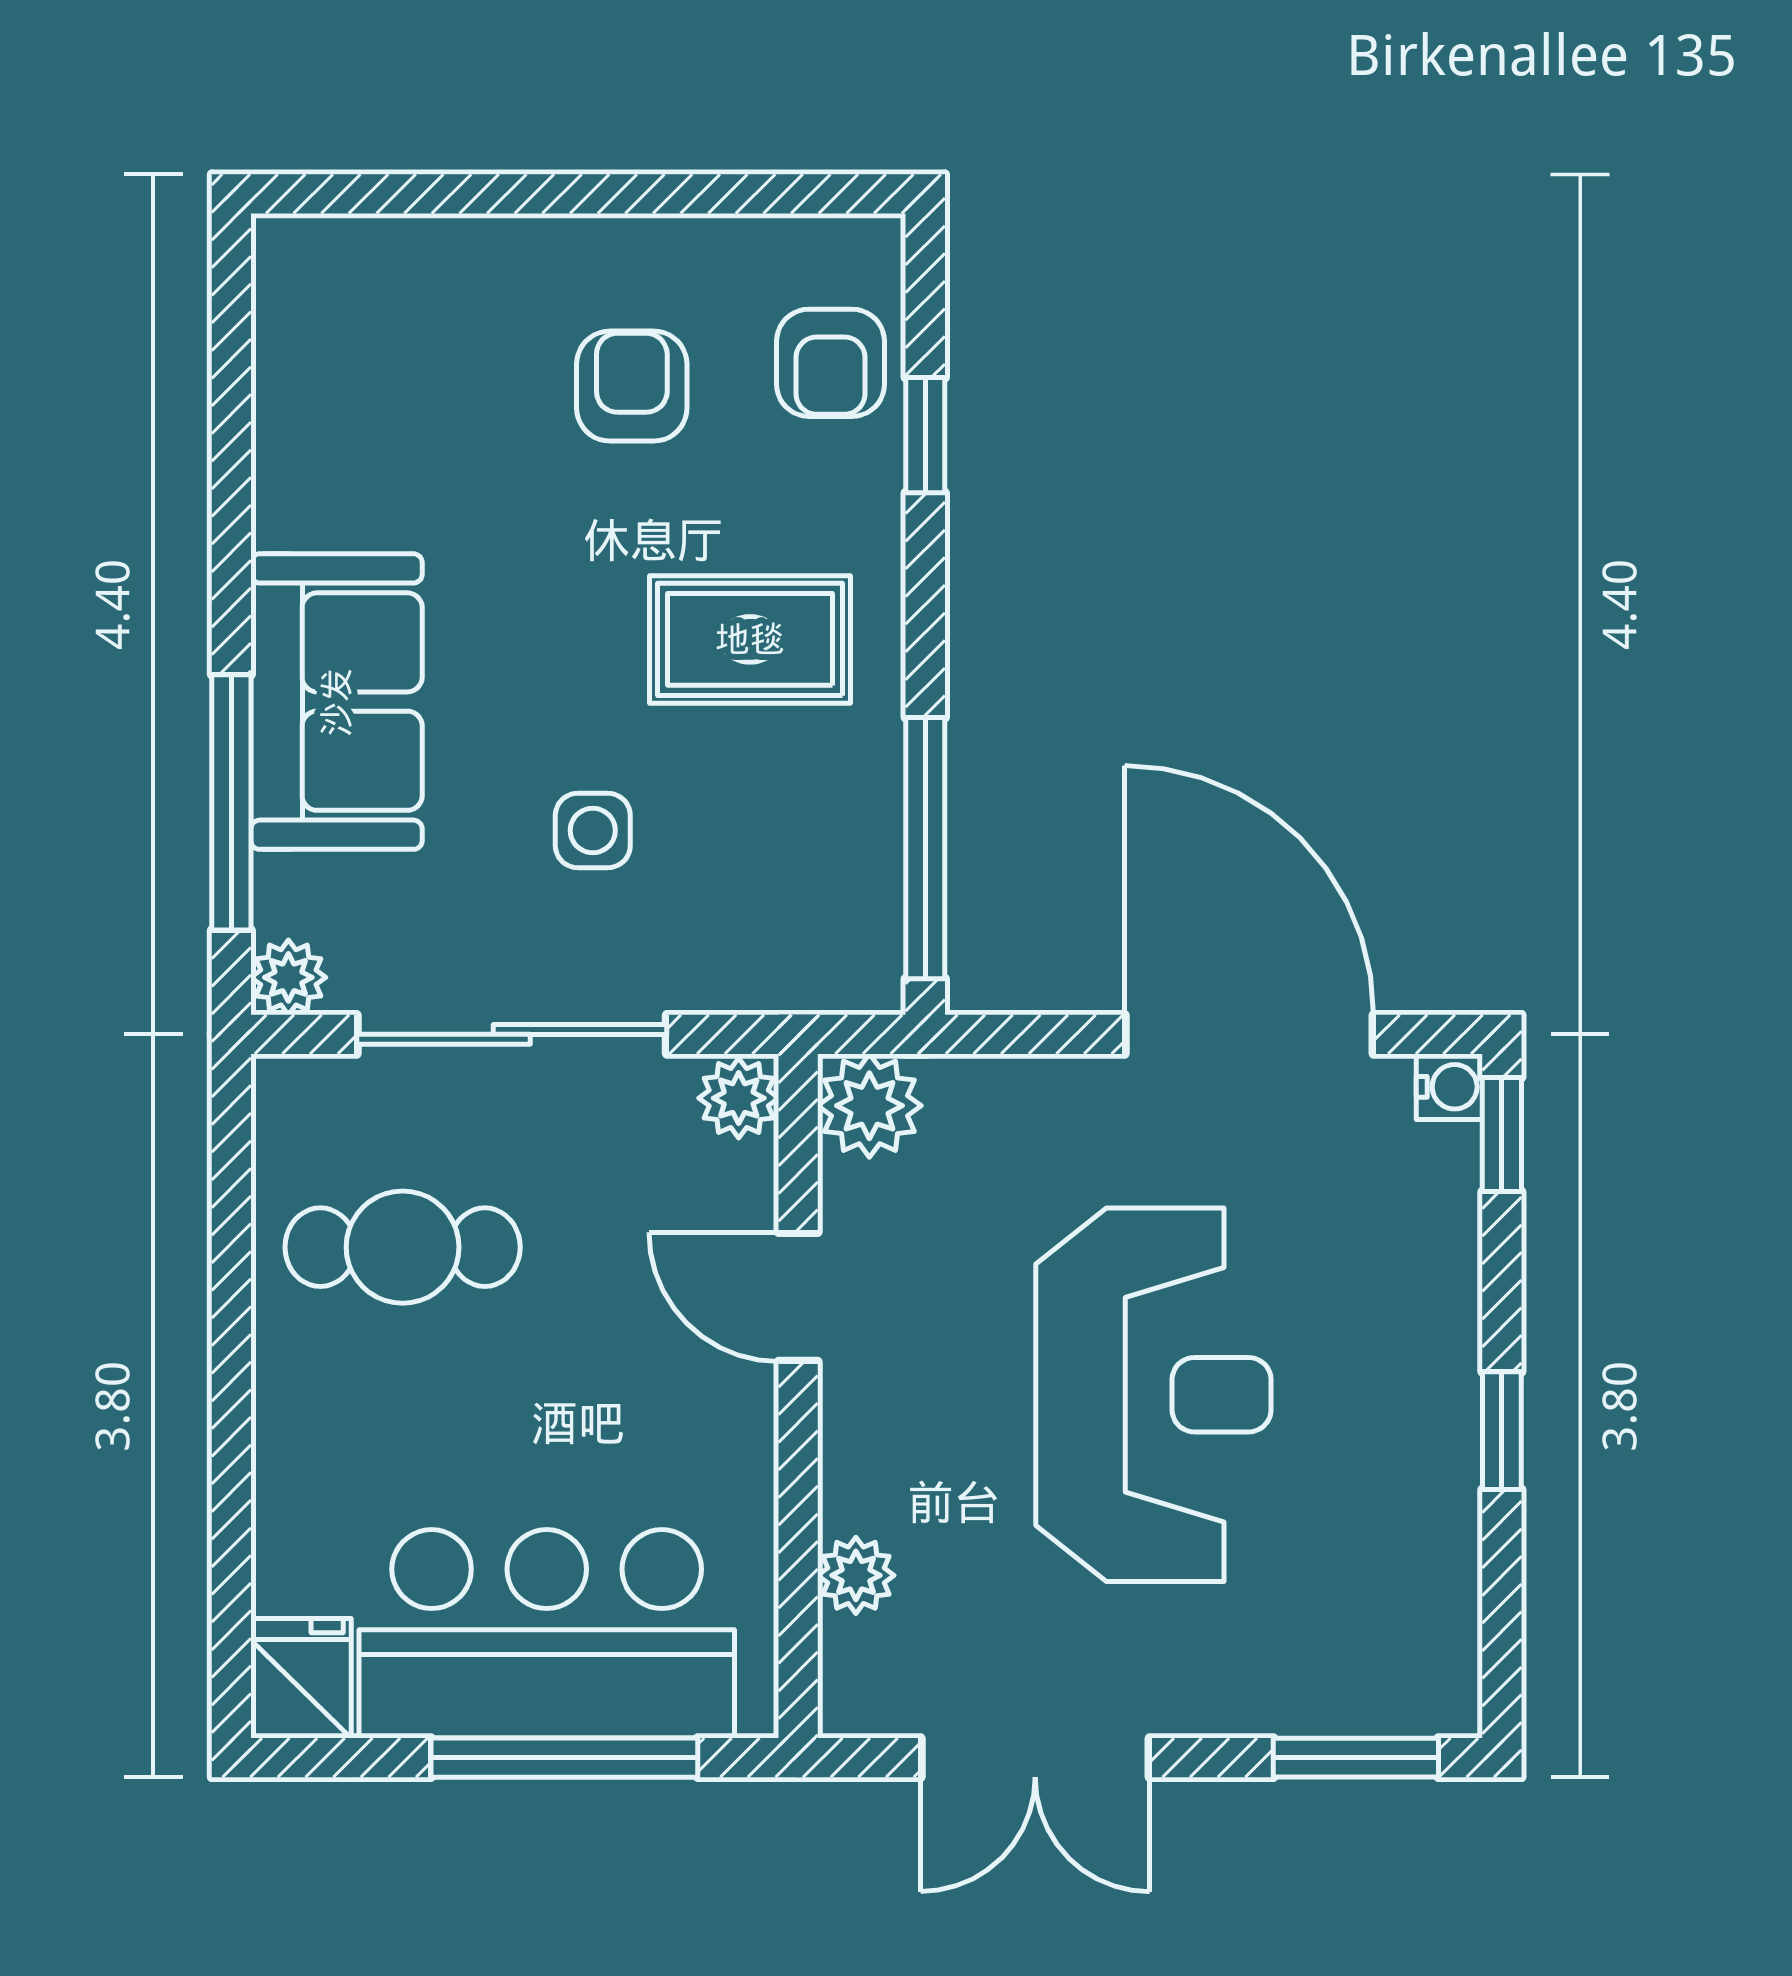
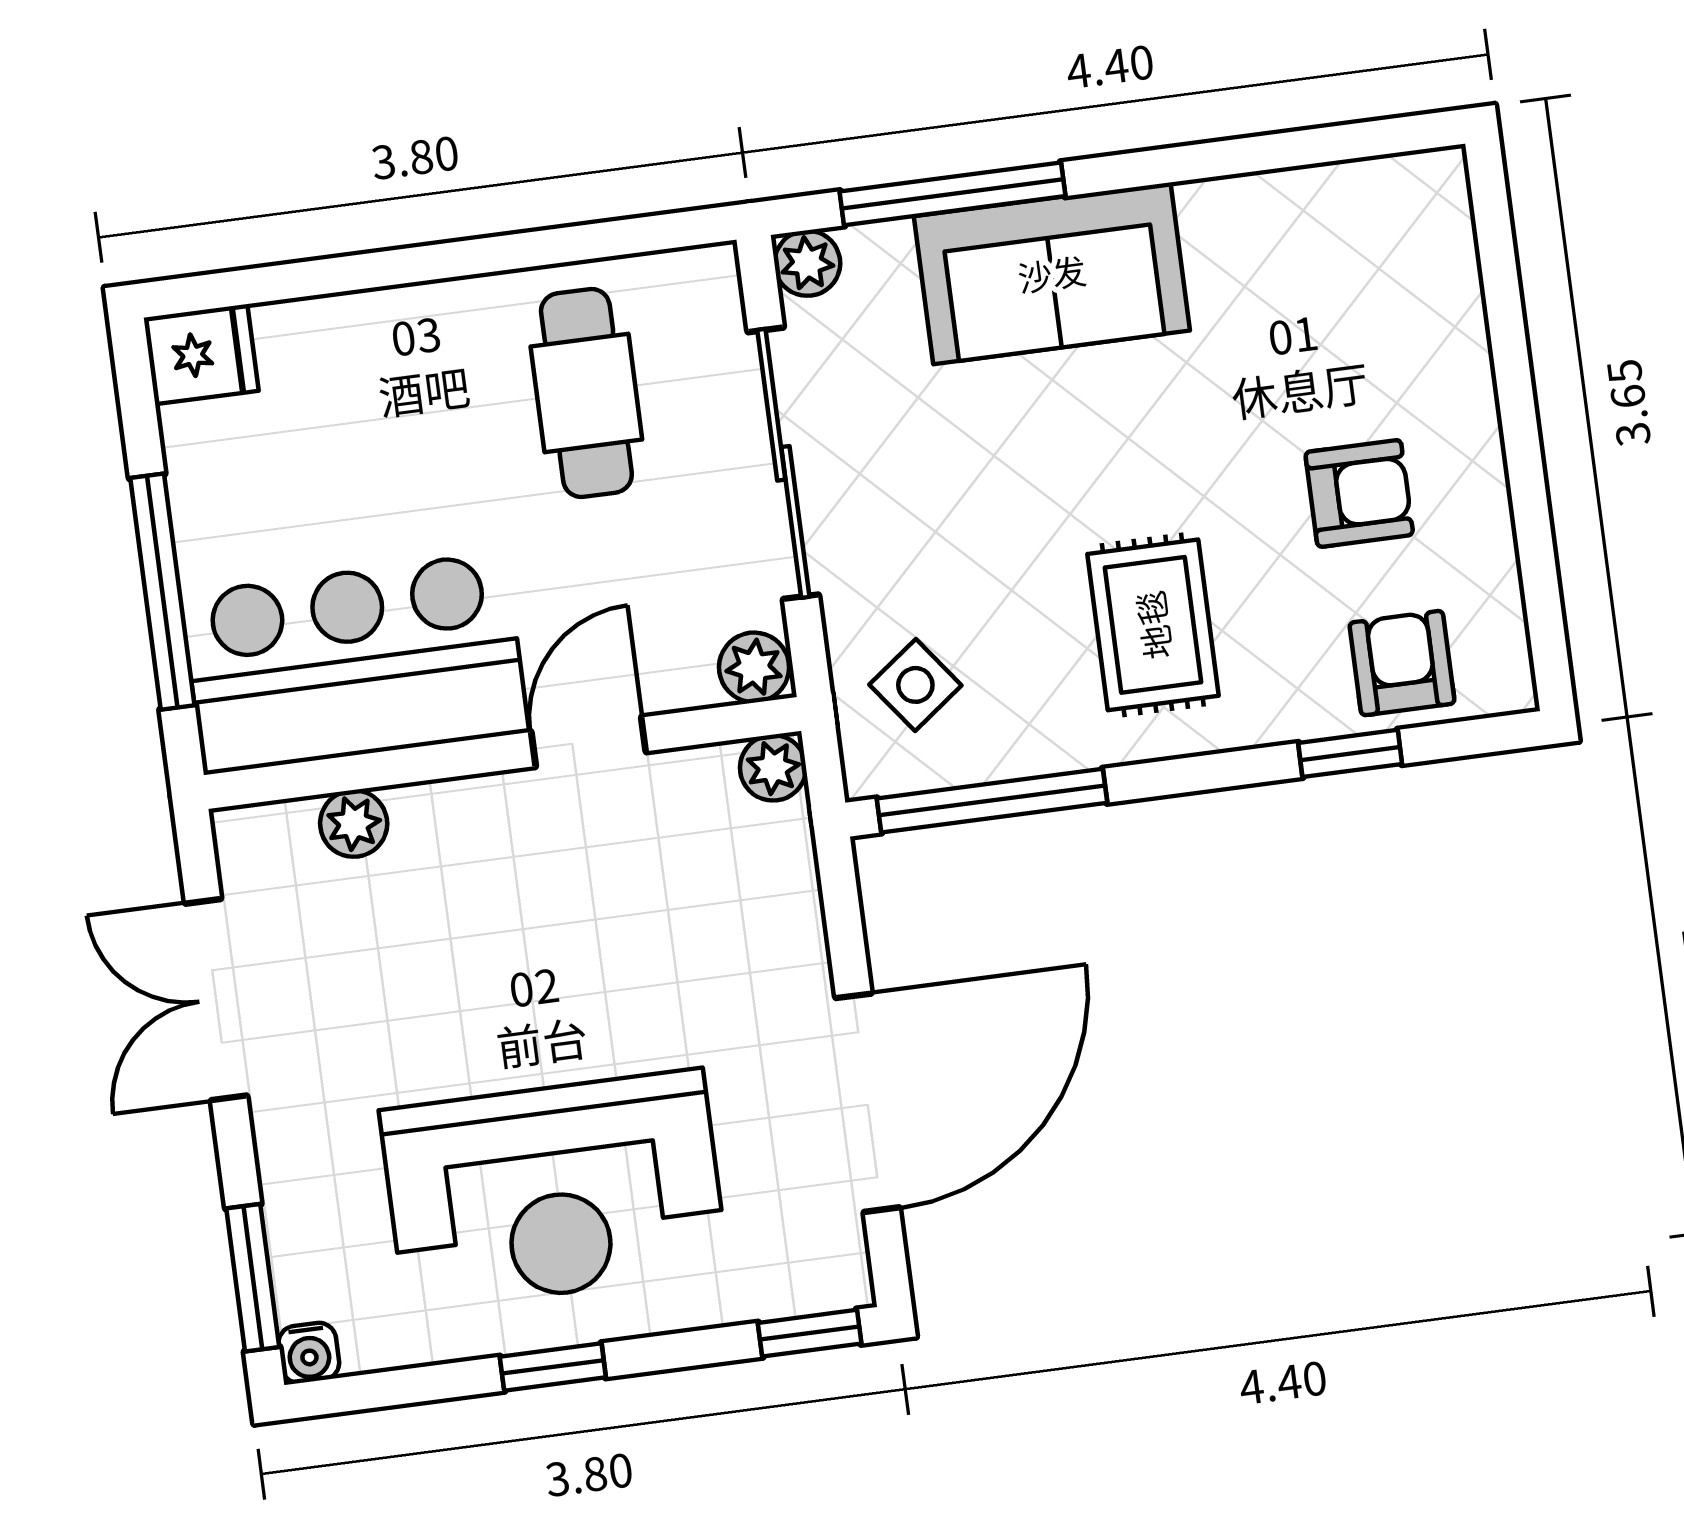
armchair: (831, 363) -> (1402, 663), turned 90
side table: (593, 830) -> (915, 685), moved, turned -37
water cooler: (1449, 1087) -> (309, 1353), moved
plant: (869, 1106) -> (773, 768), width x0.73, depth x0.73
reception desk: (1153, 1395) -> (554, 1191), moved
bar counter: (547, 1634) -> (355, 663), moved, turned -90

